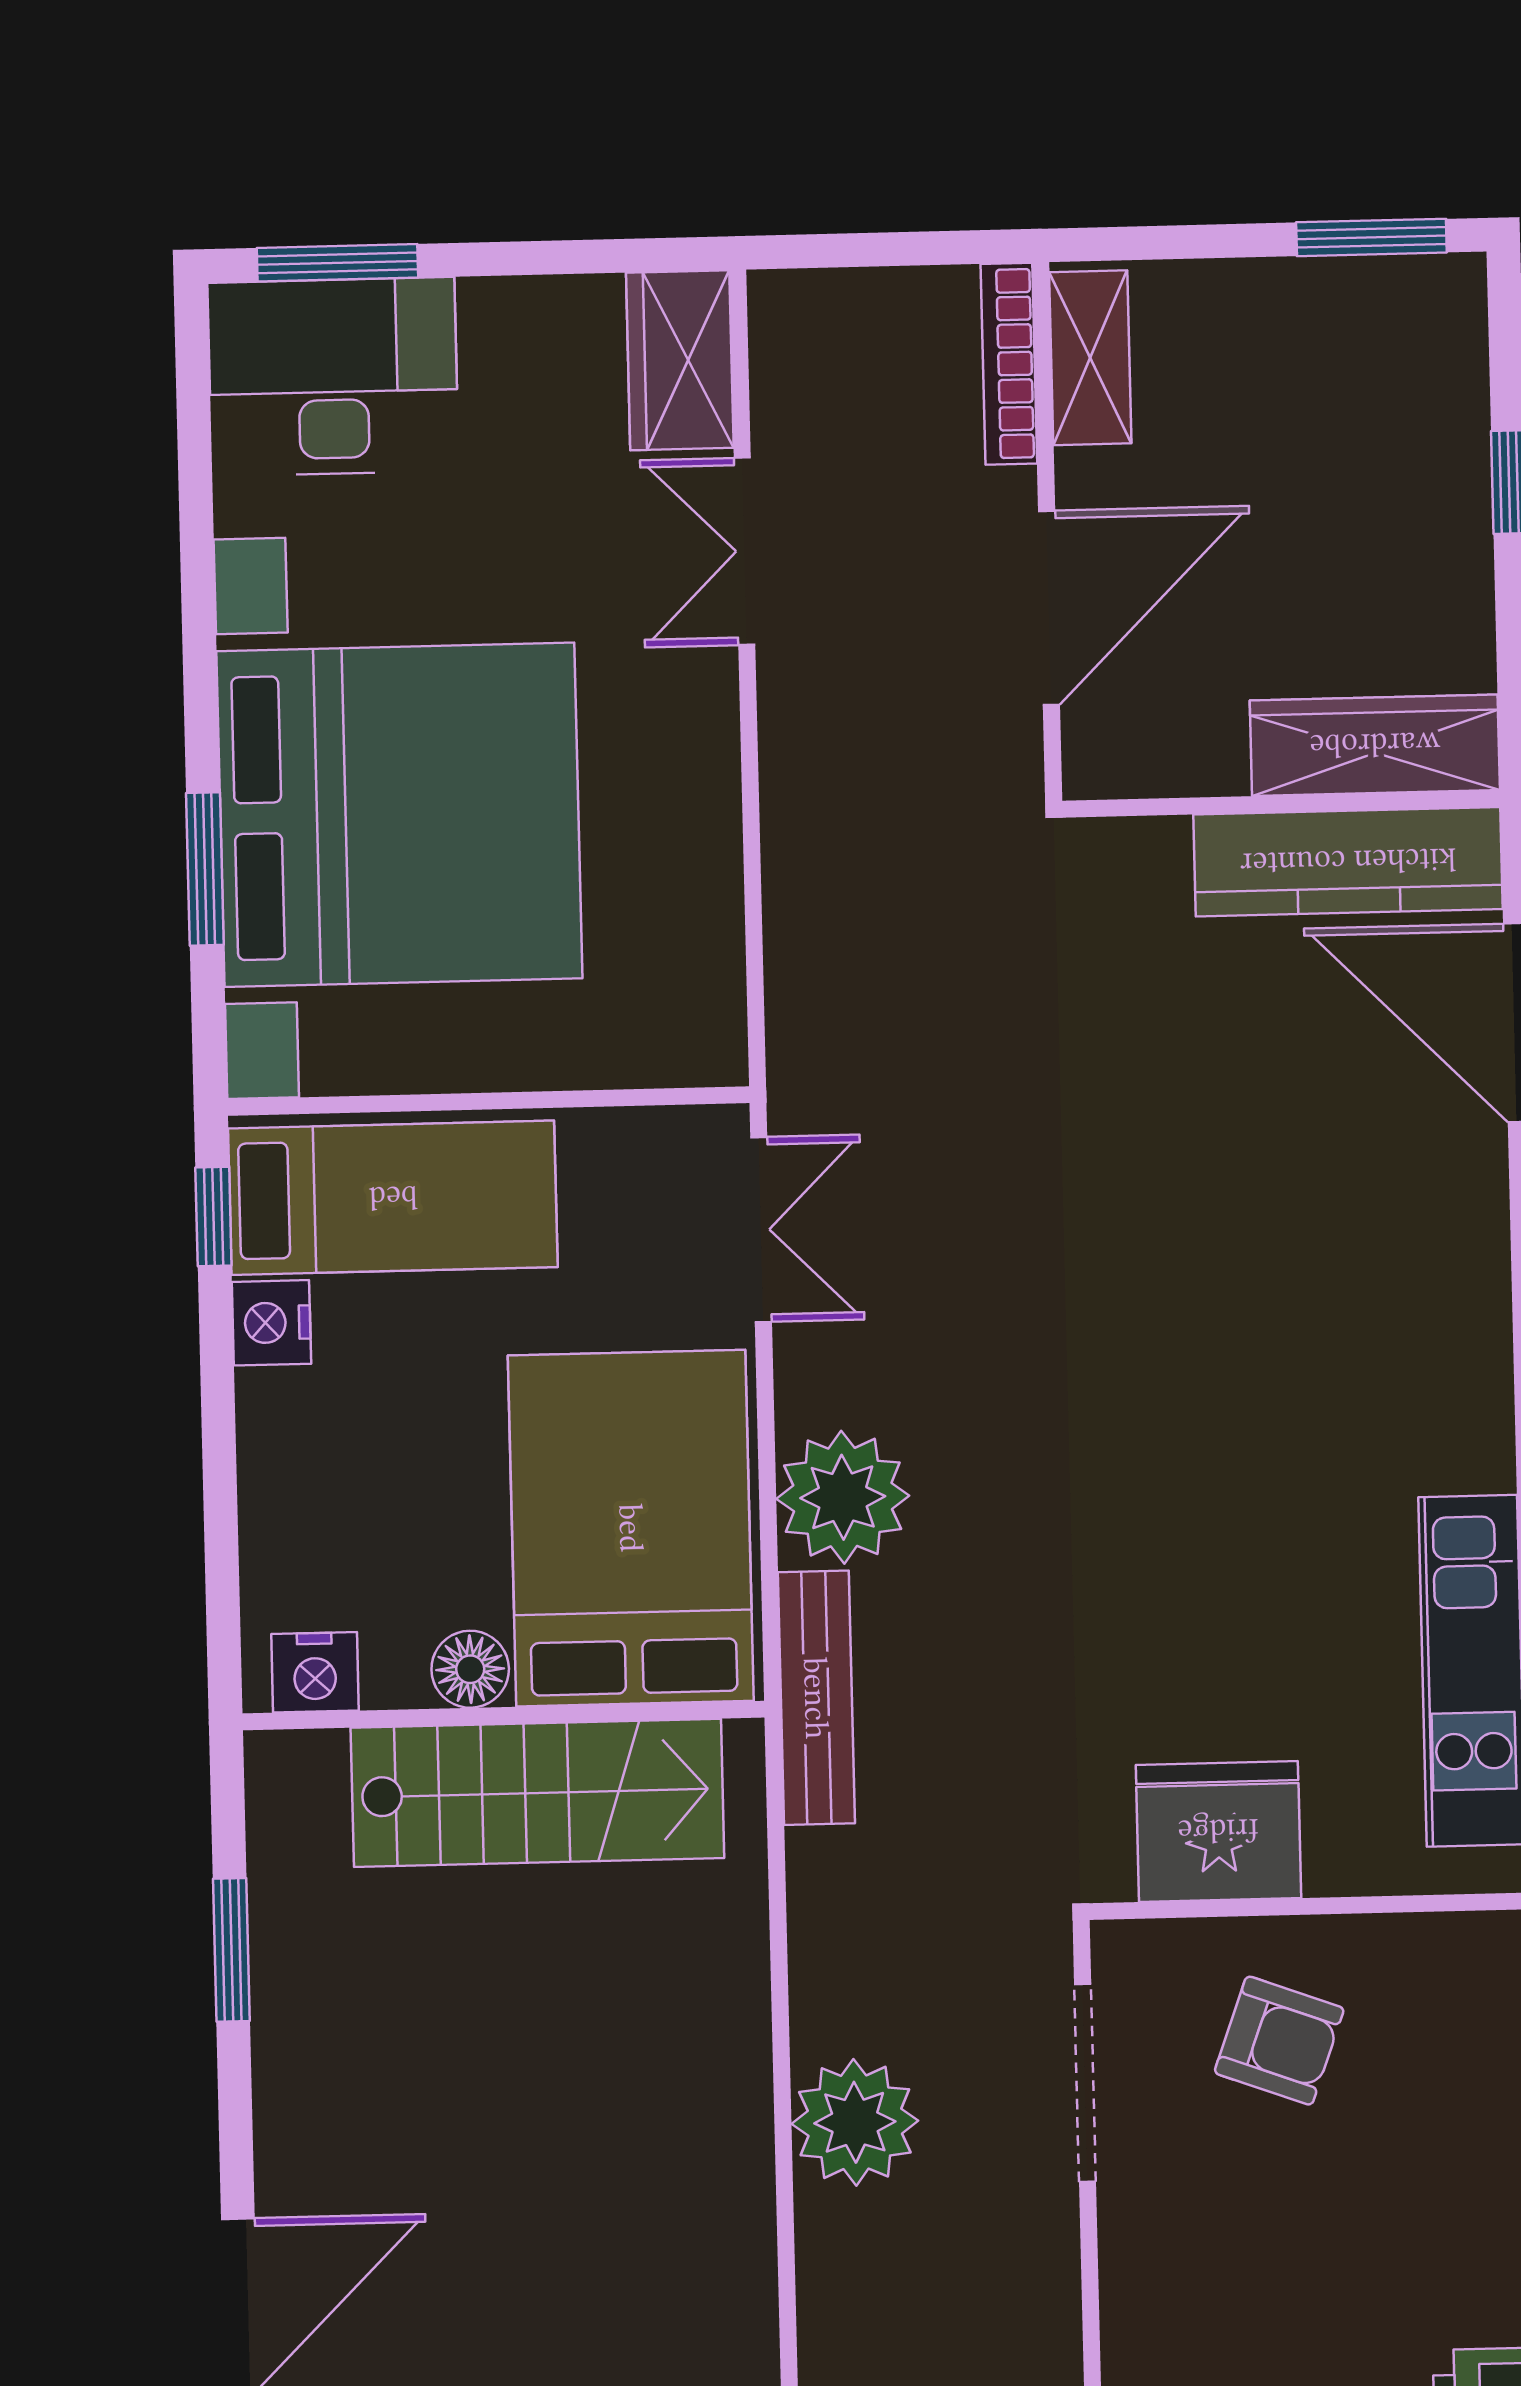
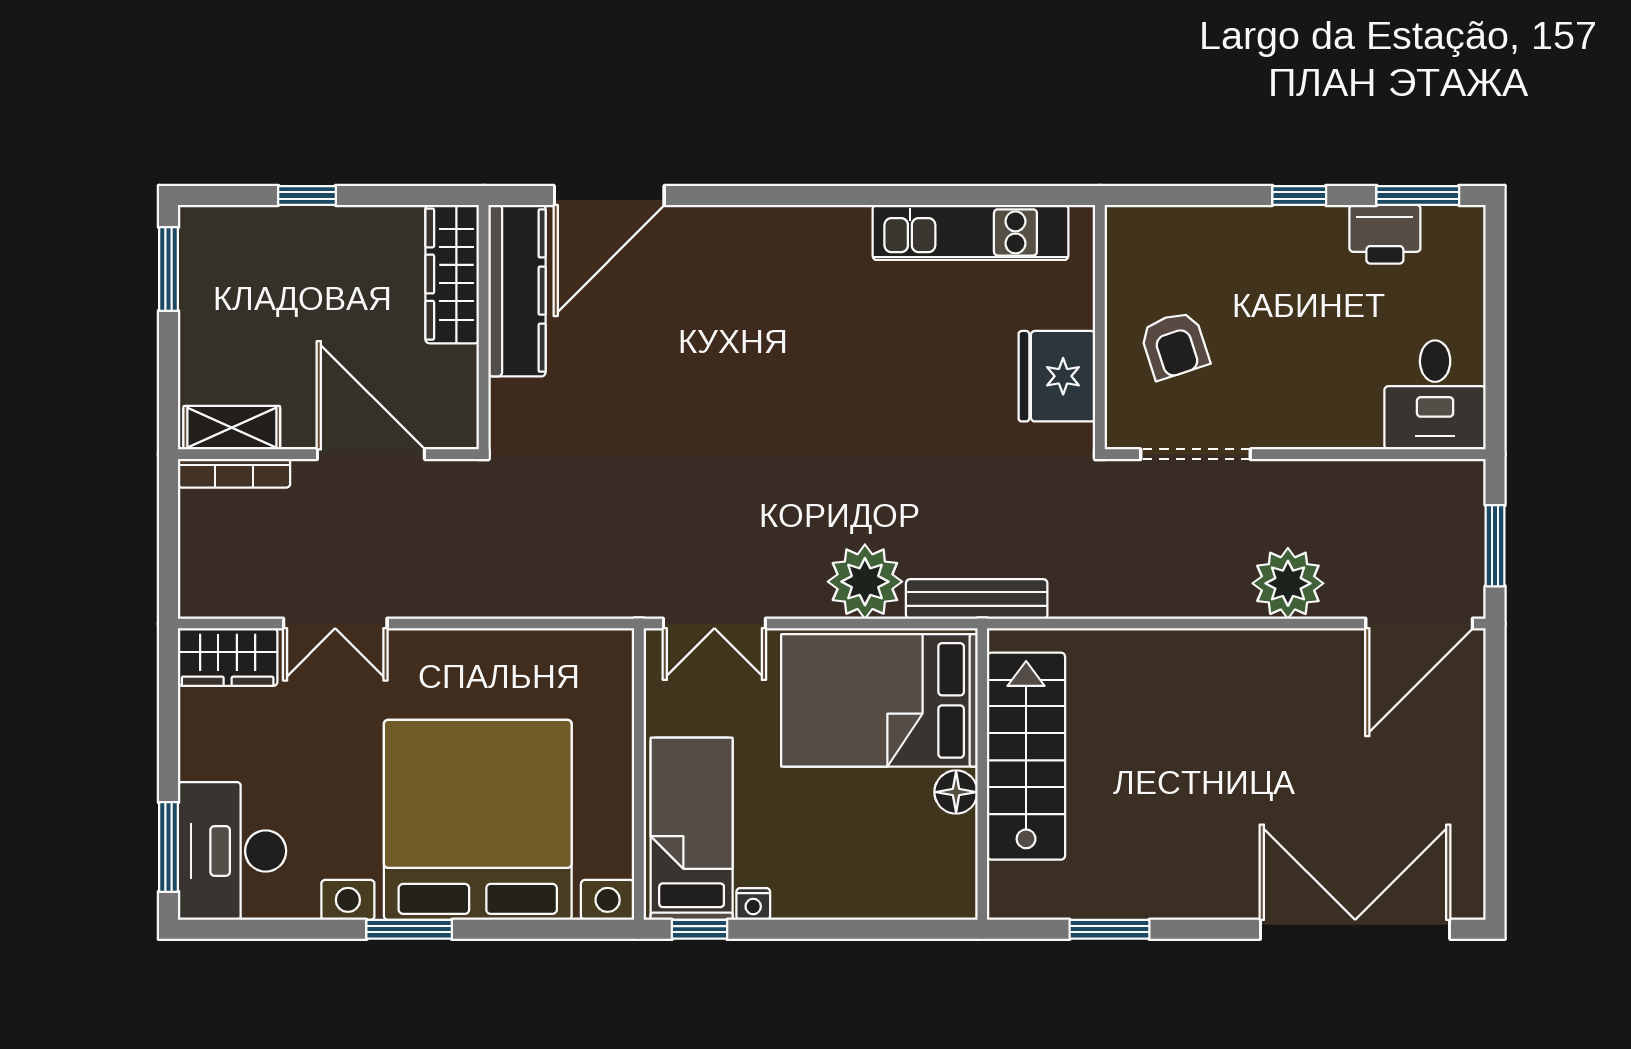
window: (205, 869) -> (409, 929), moved
double door: (761, 1230) -> (714, 624), swing flipped
nightstand: (271, 1323) -> (753, 904), width x0.72, depth x0.74
nightstand: (315, 1672) -> (956, 879), removed
armchair: (1279, 2041) -> (1175, 345), turned 142
plant: (855, 2122) -> (1288, 583), moved

